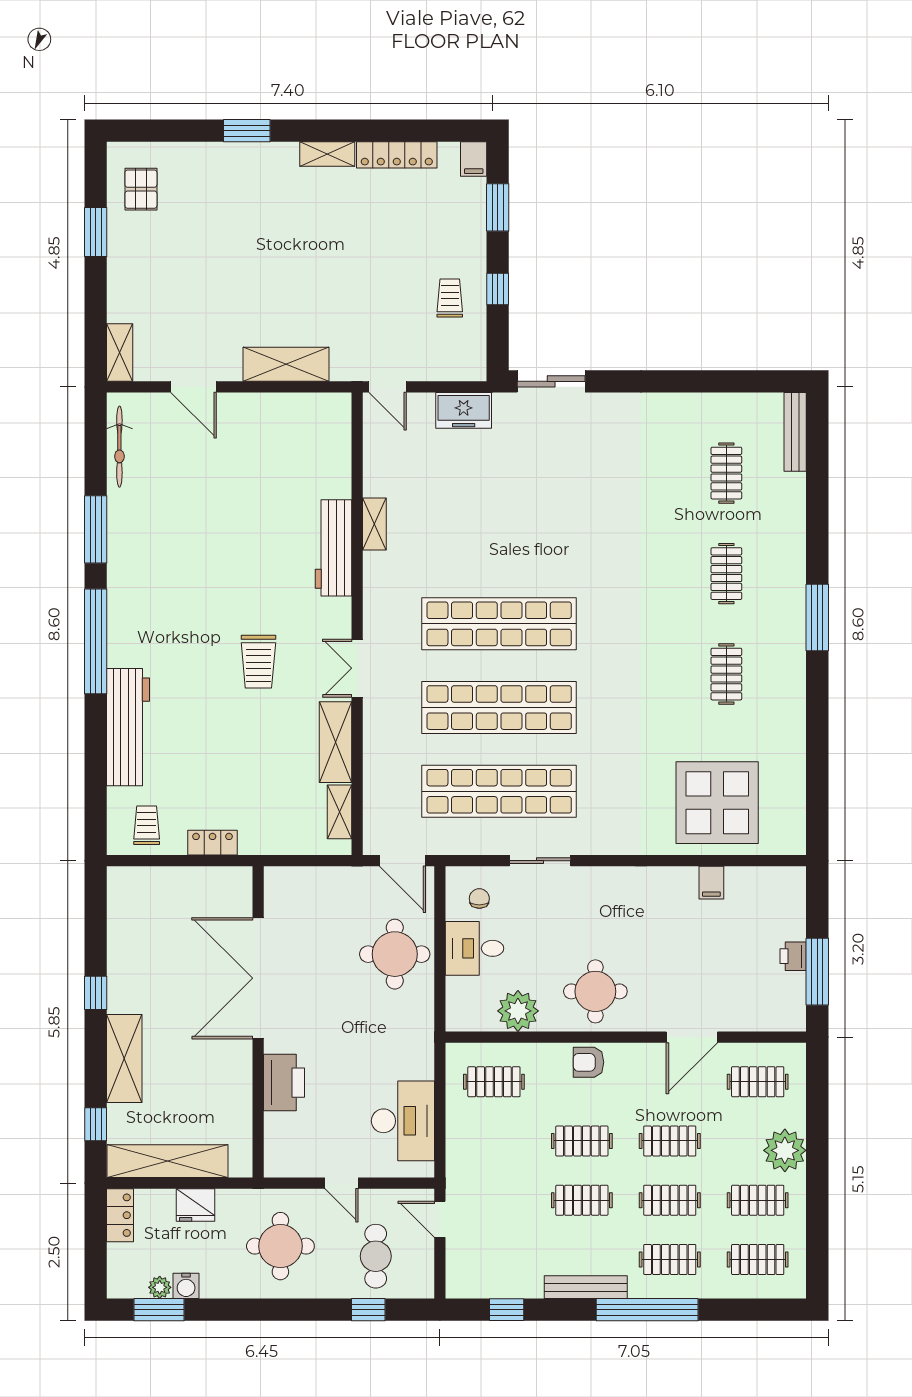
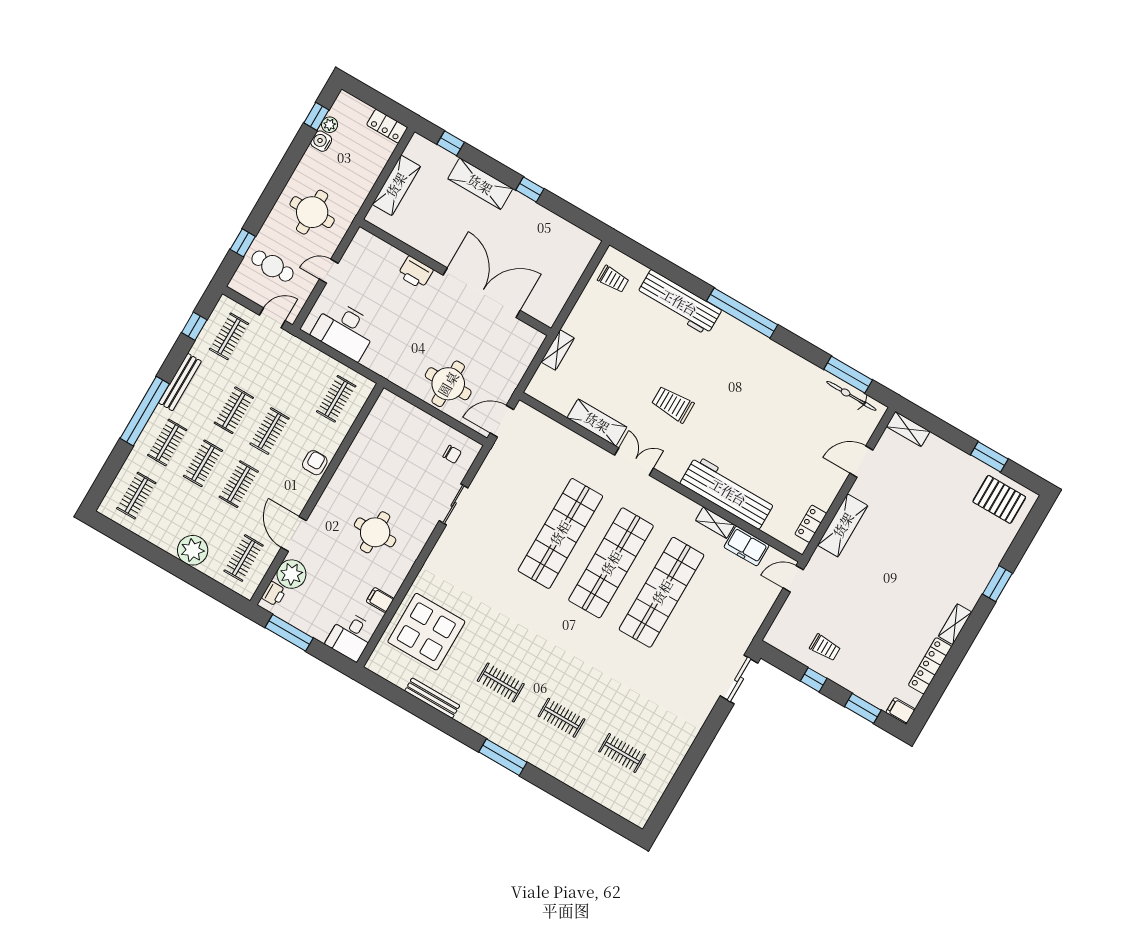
pallet: (141, 189) -> (999, 499), width x1.50, depth x1.42
freezer: (464, 410) -> (747, 546), moved, turned -90
bench: (795, 432) -> (432, 698), moved
window: (96, 529) -> (848, 375), moved
workbench: (334, 548) -> (728, 492), width x1.36, depth x1.32
shop shelf: (499, 791) -> (662, 592), moved
shelving: (340, 812) -> (558, 350), moved, turned 90
locker: (213, 843) -> (811, 524), moved, turned 180
desk: (474, 948) -> (351, 636), moved, turned 180
printer: (793, 956) -> (274, 594), moved, turned 90
round table: (595, 991) -> (375, 532), moved
plant: (518, 1011) -> (291, 574), moved
printer: (284, 1083) -> (415, 272), width x0.73, depth x0.84
shelving: (167, 1161) -> (396, 185), width x0.68
clothes rail: (758, 1200) -> (229, 336), moved
fridge: (196, 1205) -> (367, 175), removed
window: (159, 1310) -> (316, 116), width x0.67

